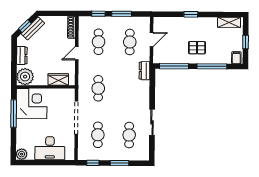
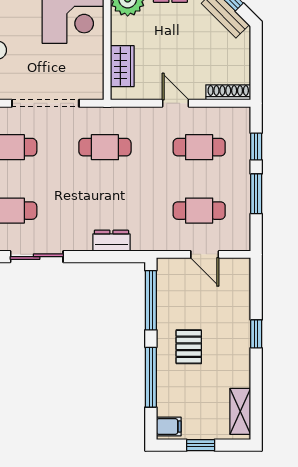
dresser: (144, 71) -> (111, 241), moved

